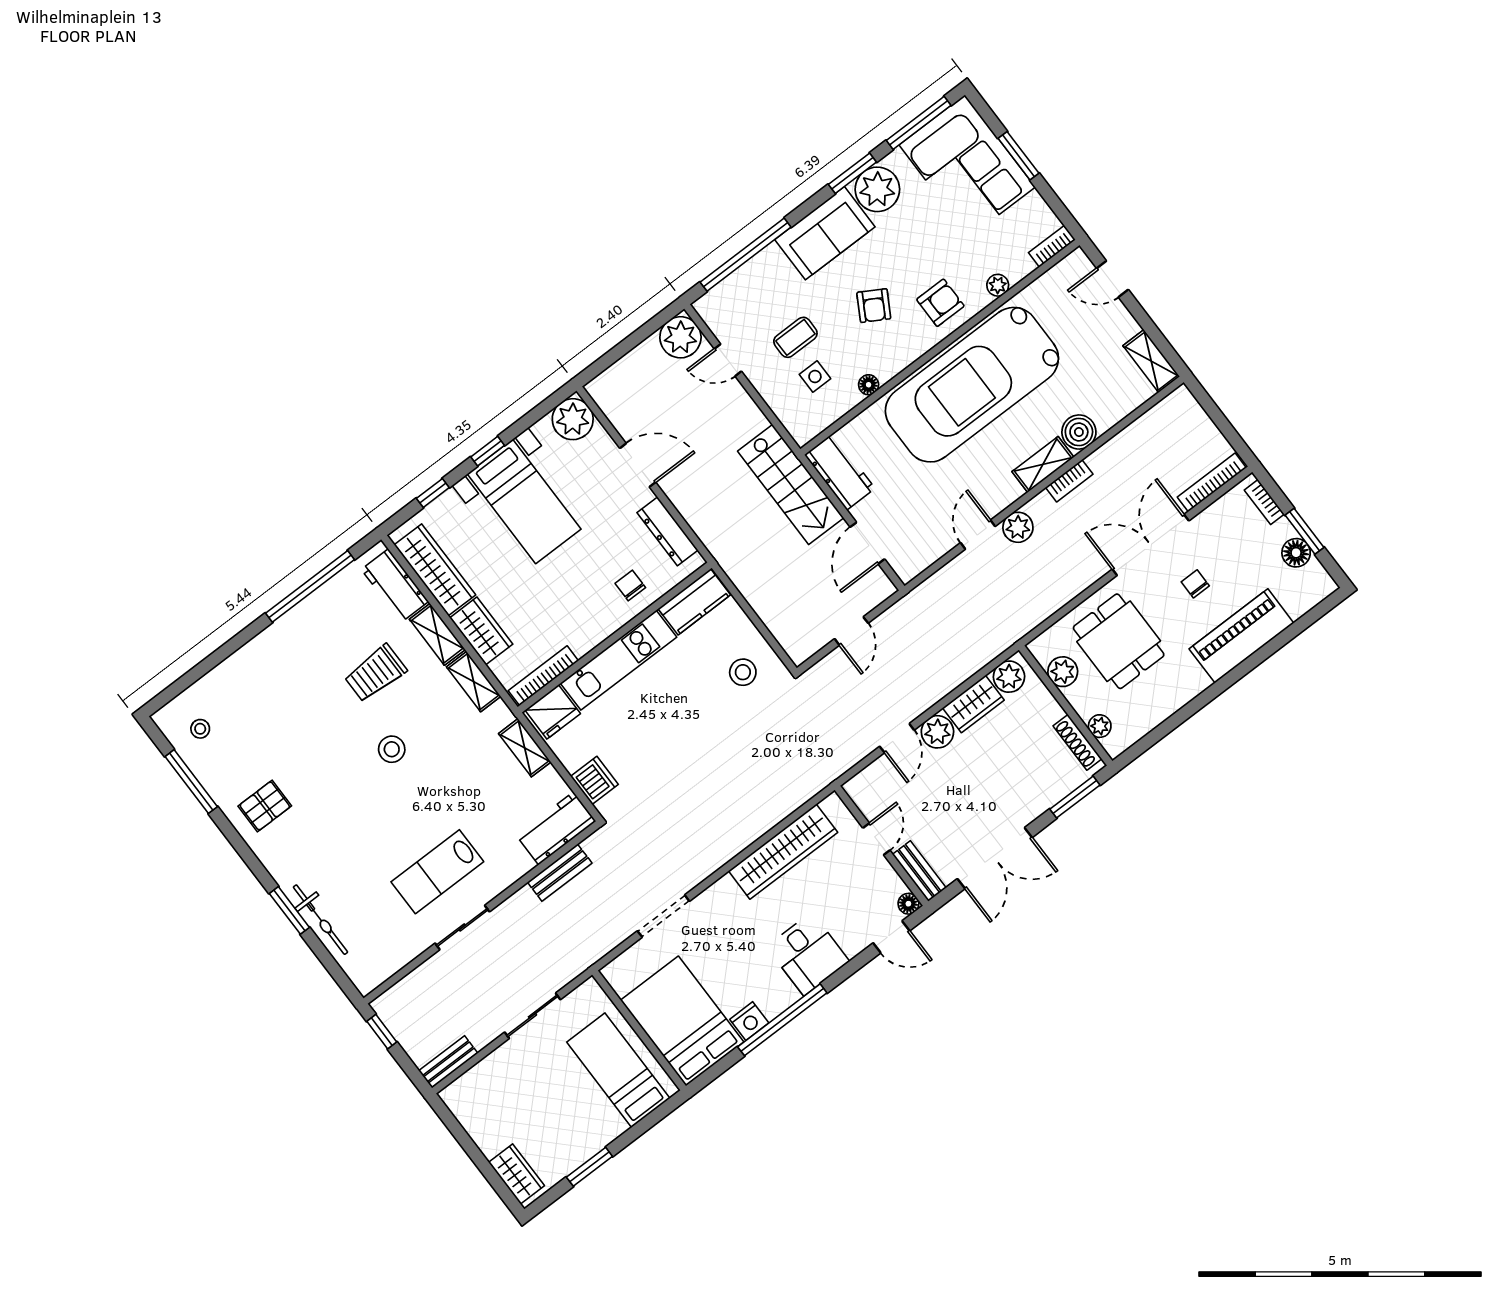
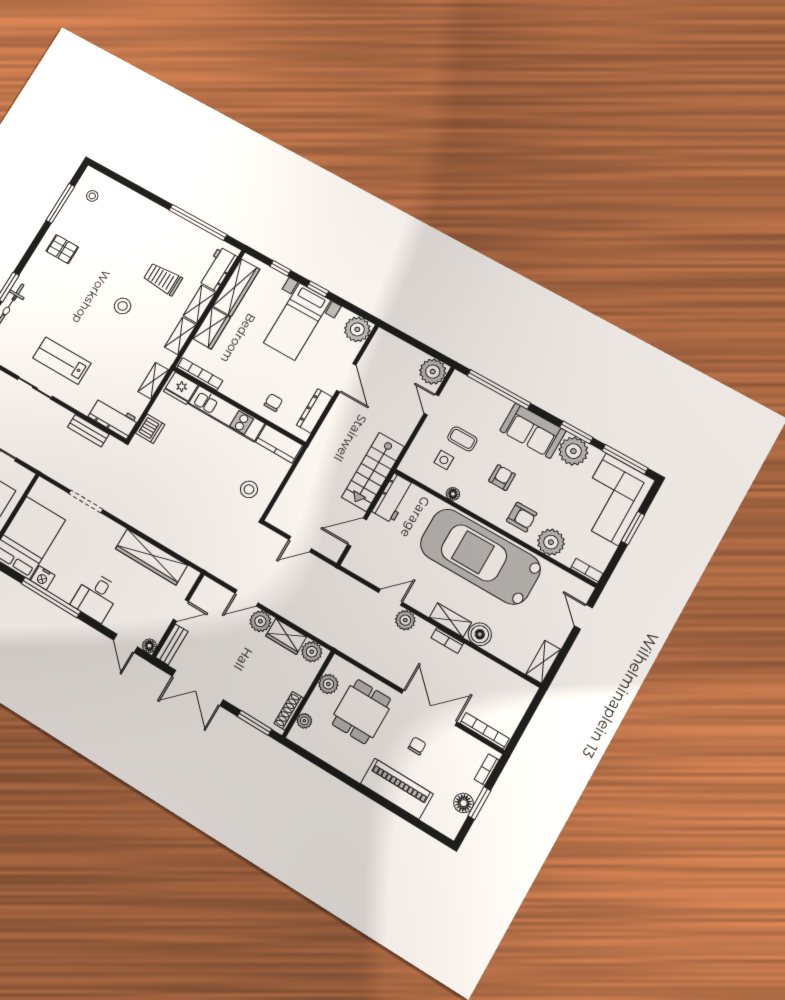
plant: (998, 285) -> (551, 542), width x1.88, depth x1.88
armchair: (874, 306) -> (502, 478), turned 150

